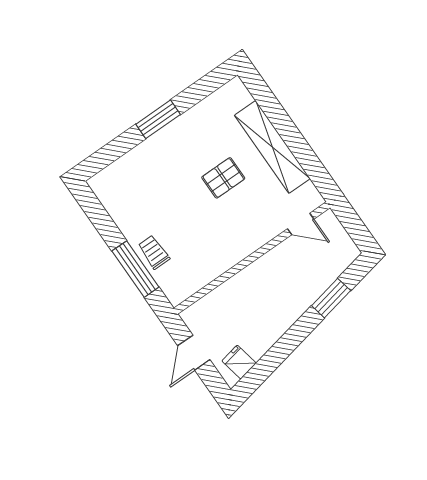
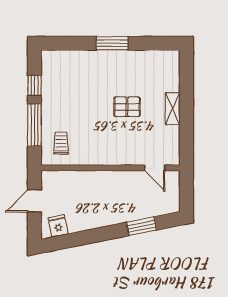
shelving: (272, 147) -> (173, 109), width x0.45, depth x0.75
window: (105, 225) -> (34, 85), added
trolley: (154, 252) -> (61, 143), moved

